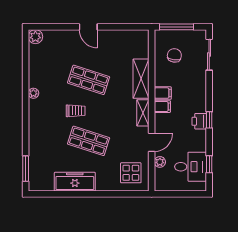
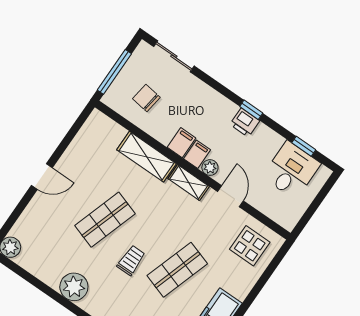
plant: (33, 93) -> (74, 287), width x1.88, depth x1.88
plant: (160, 162) -> (210, 168), moved

